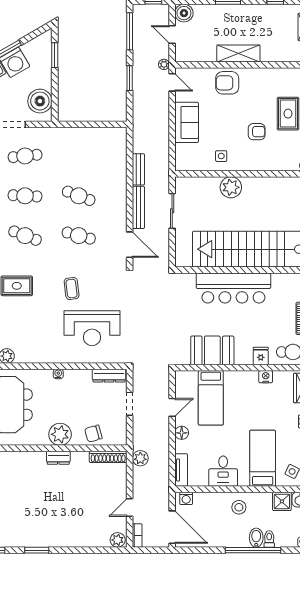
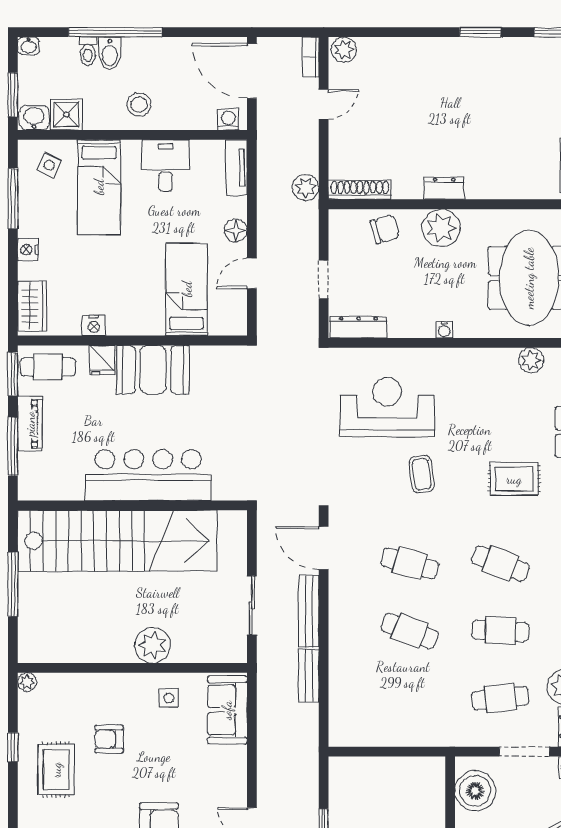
sofa: (187, 122) -> (227, 710), moved
booth: (212, 350) -> (153, 370), moved

